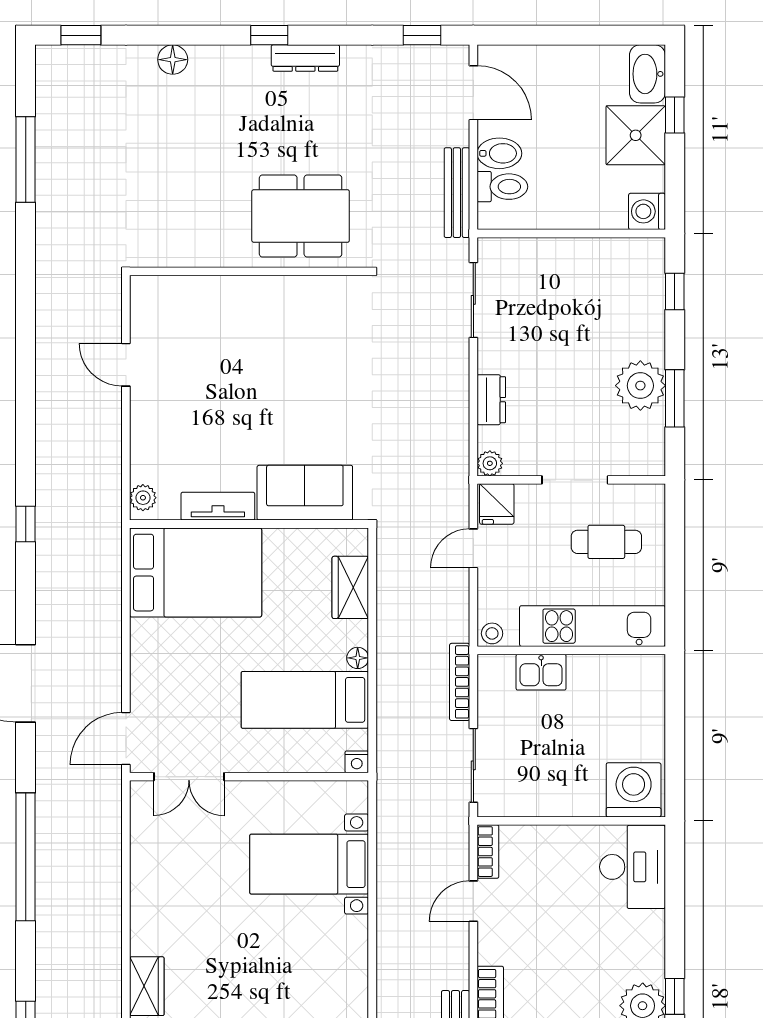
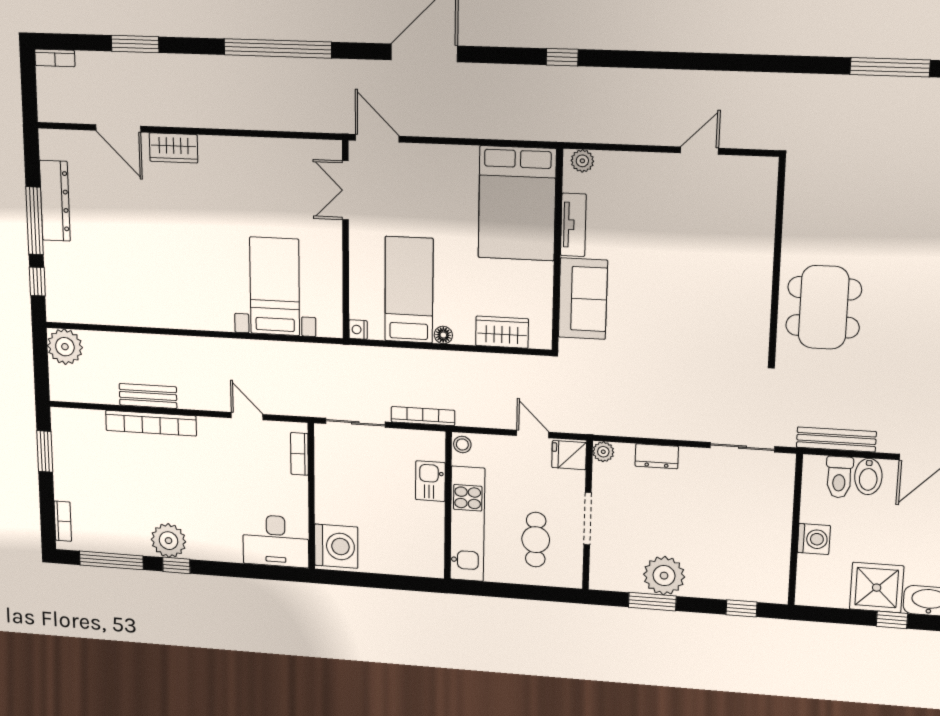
washing machine: (647, 211) -> (814, 539), moved, turned 90
bookcase: (488, 852) -> (299, 454), moved, turned 90

